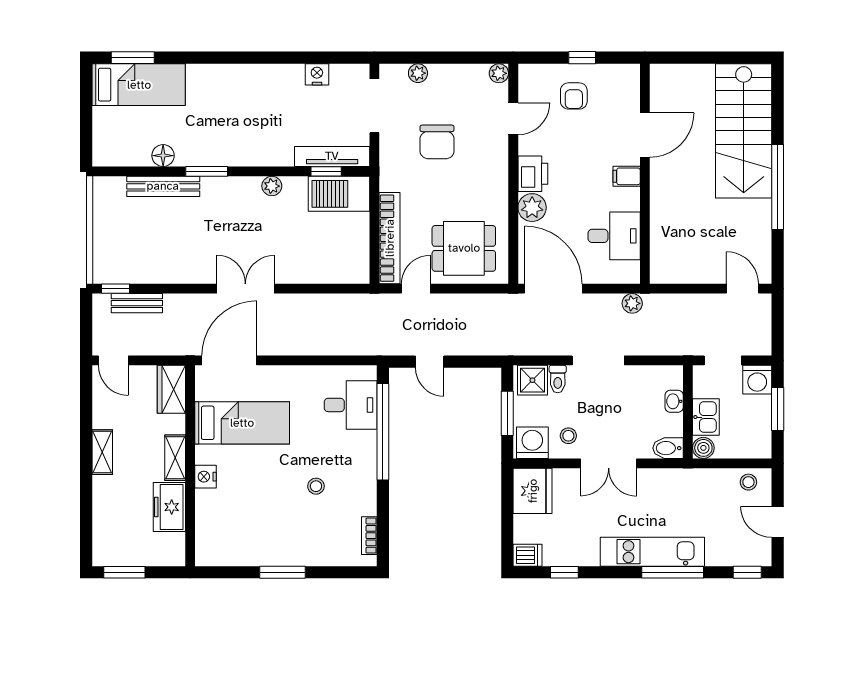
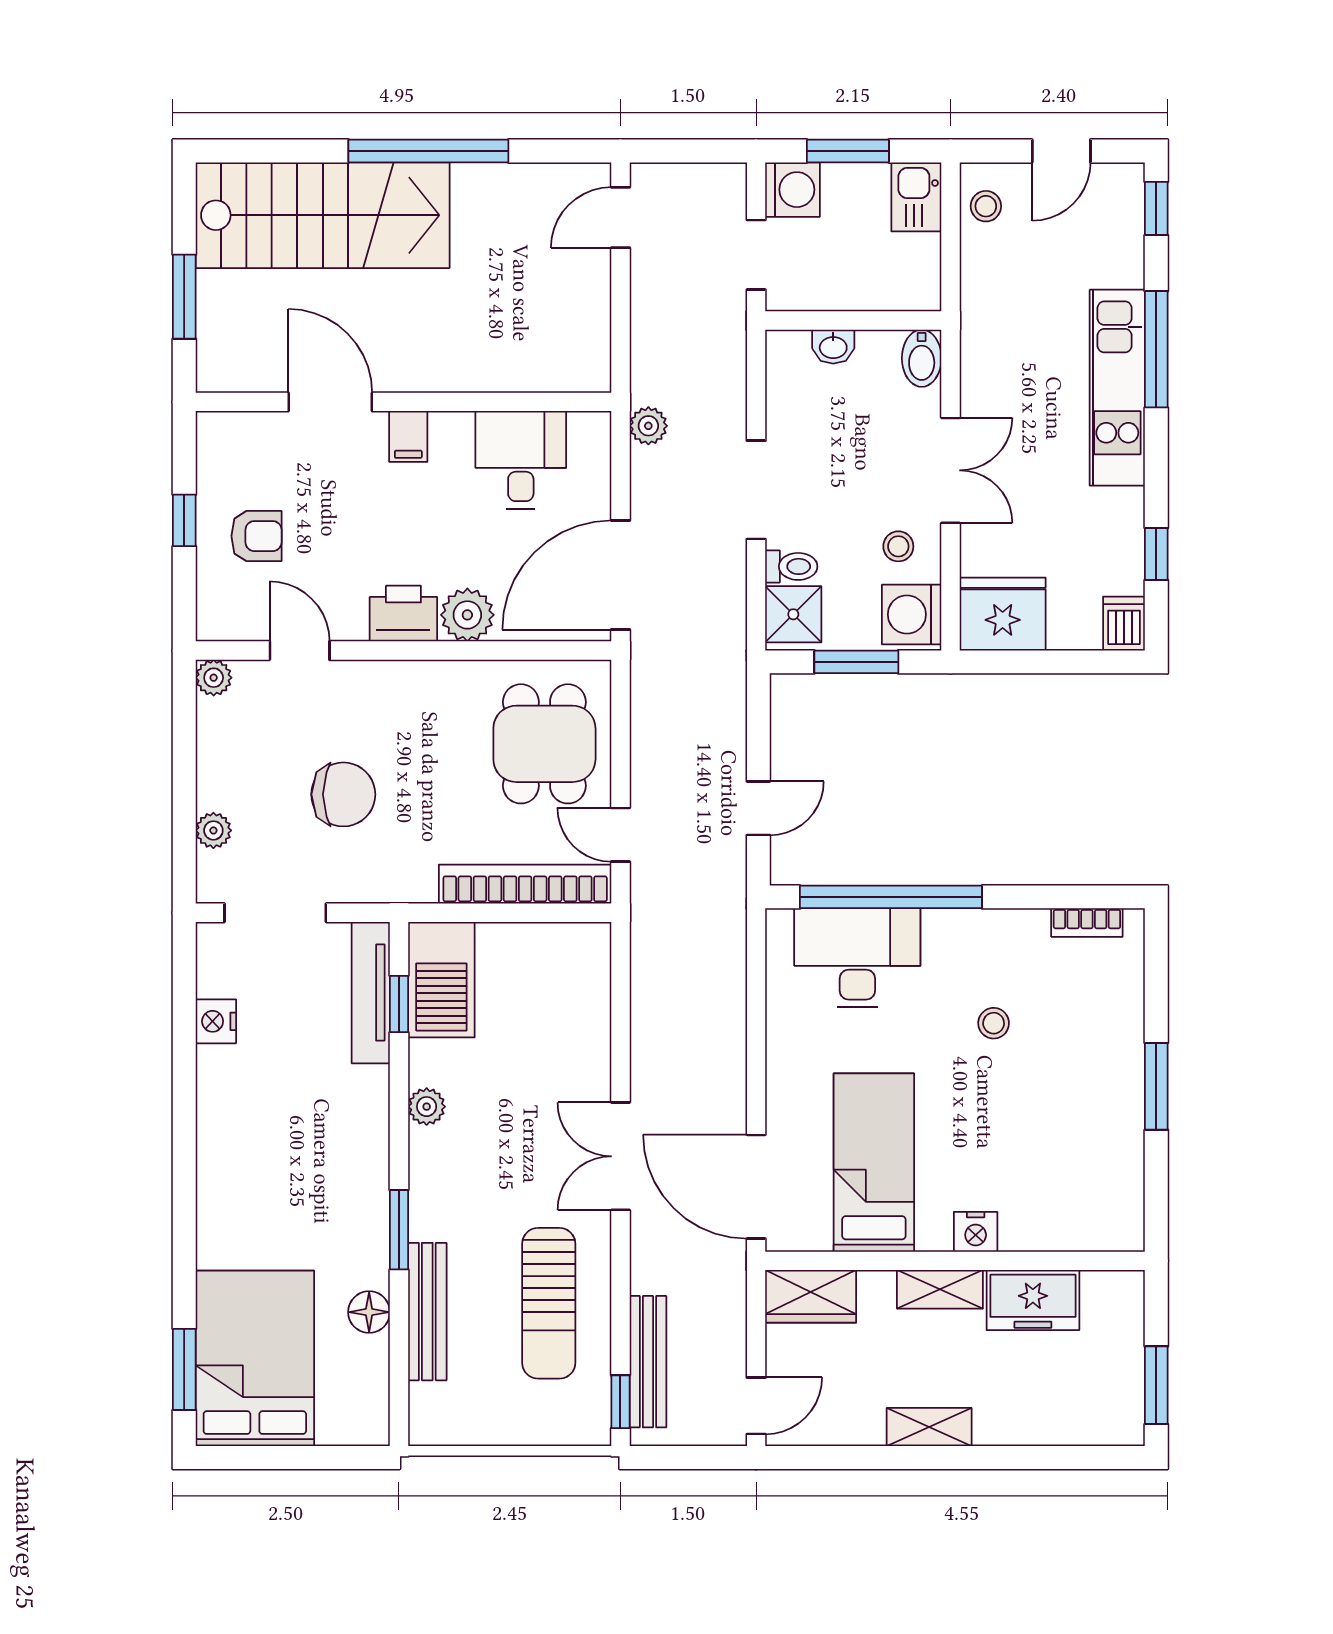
window: (701, 58) -> (184, 297), added
bed: (139, 85) -> (255, 1358), width x1.50
sun lounger: (168, 251) -> (549, 1303), added
bench: (137, 303) -> (648, 1362), width x1.36
desk: (351, 405) -> (857, 958), width x1.37
kitchen sink: (706, 417) -> (916, 197), moved, turned -90
boiler: (703, 448) -> (921, 291), removed

